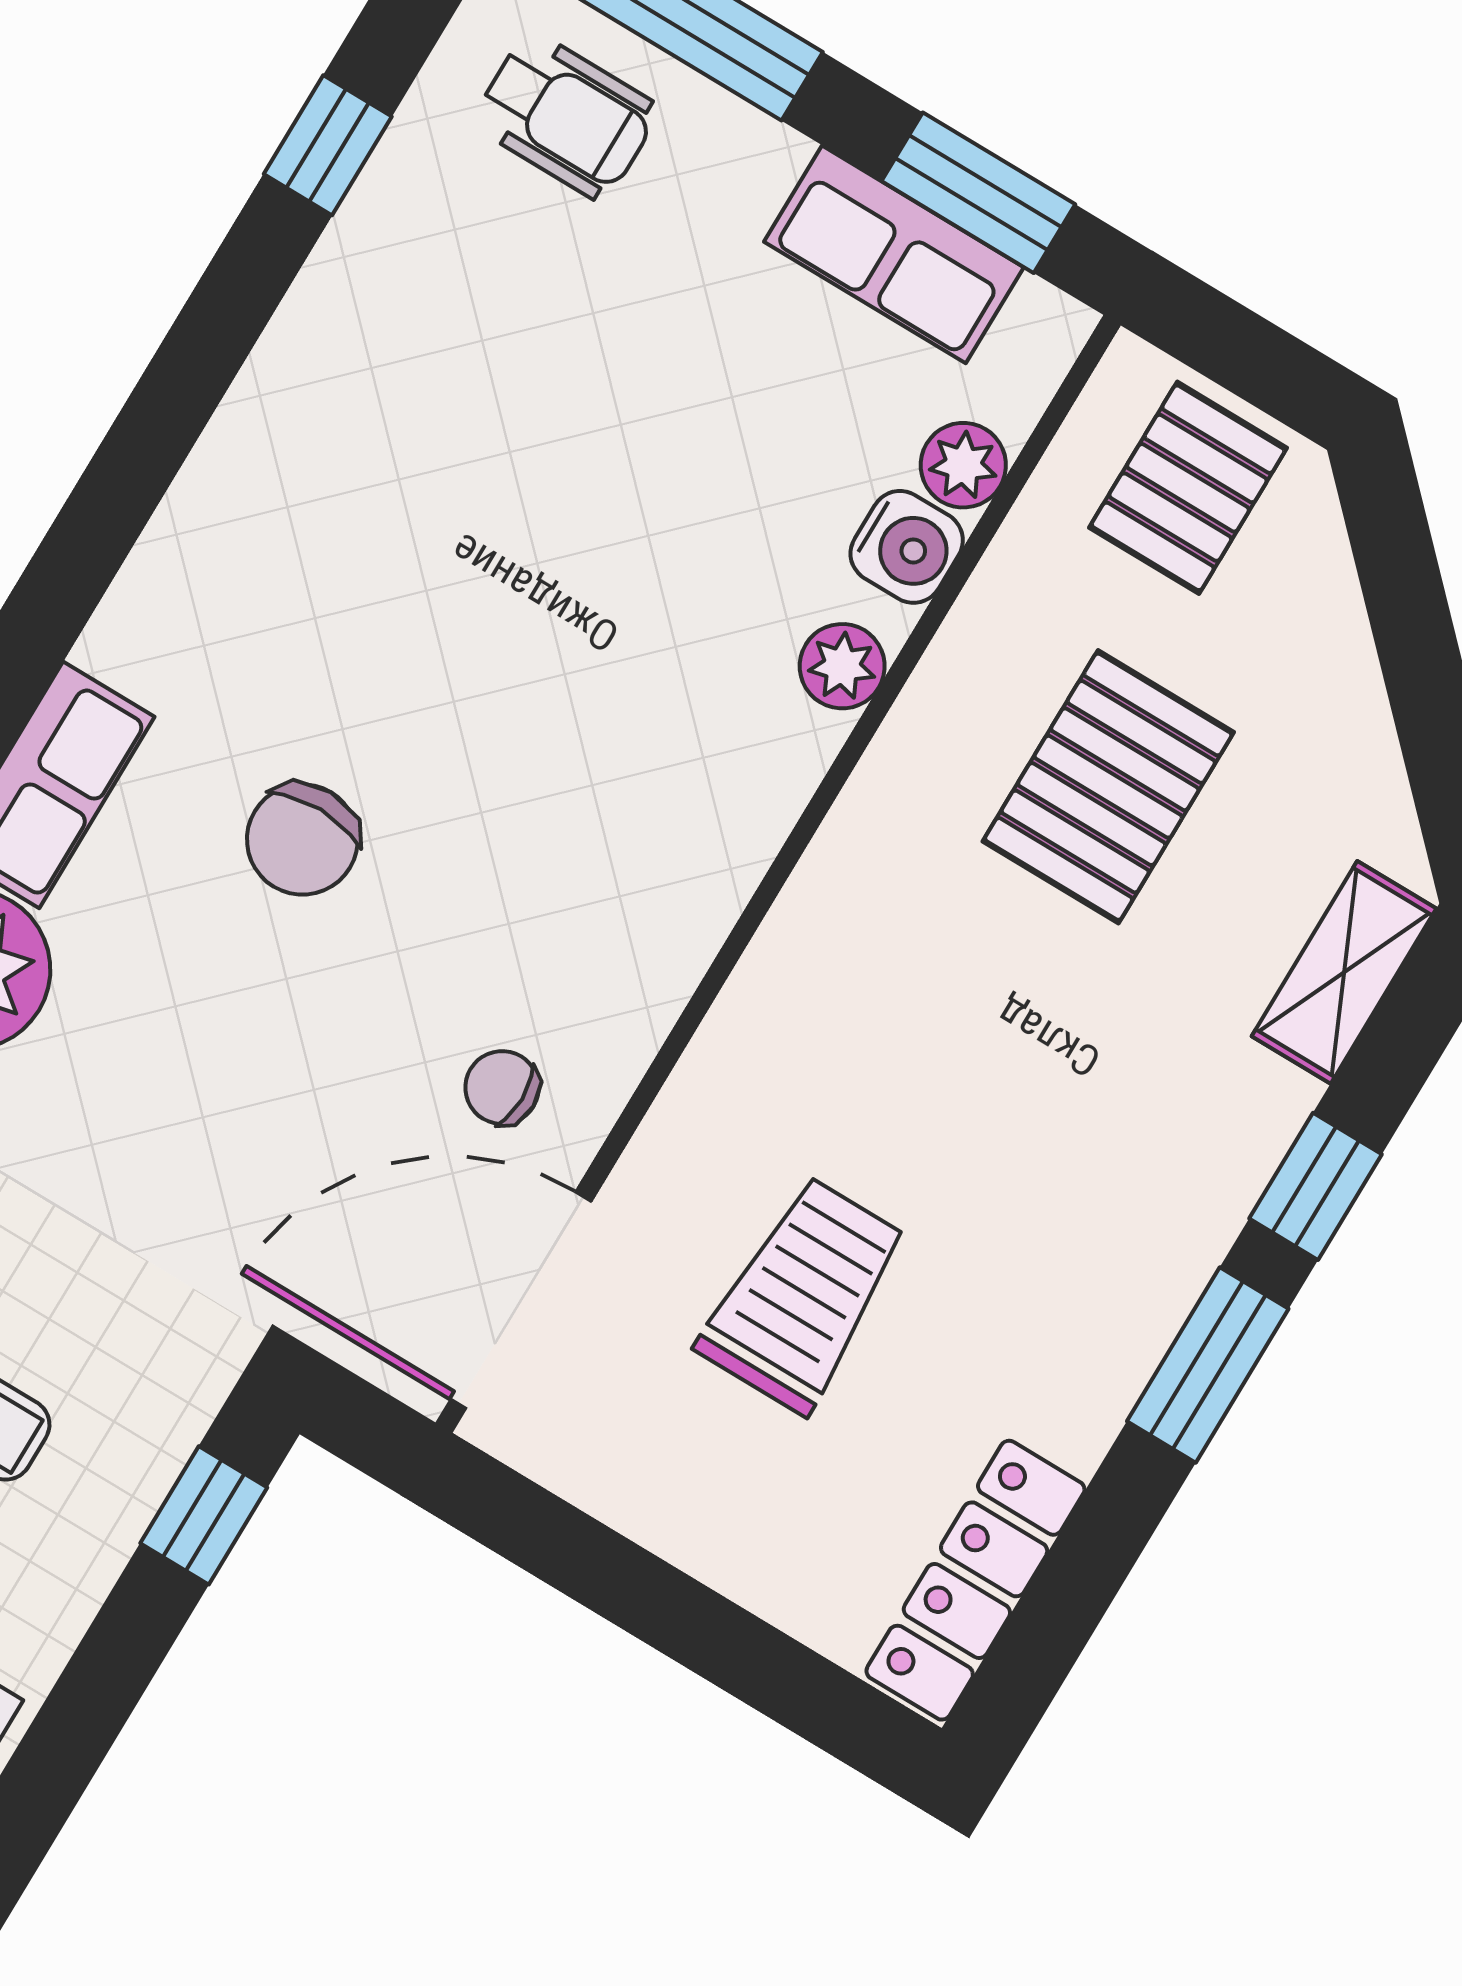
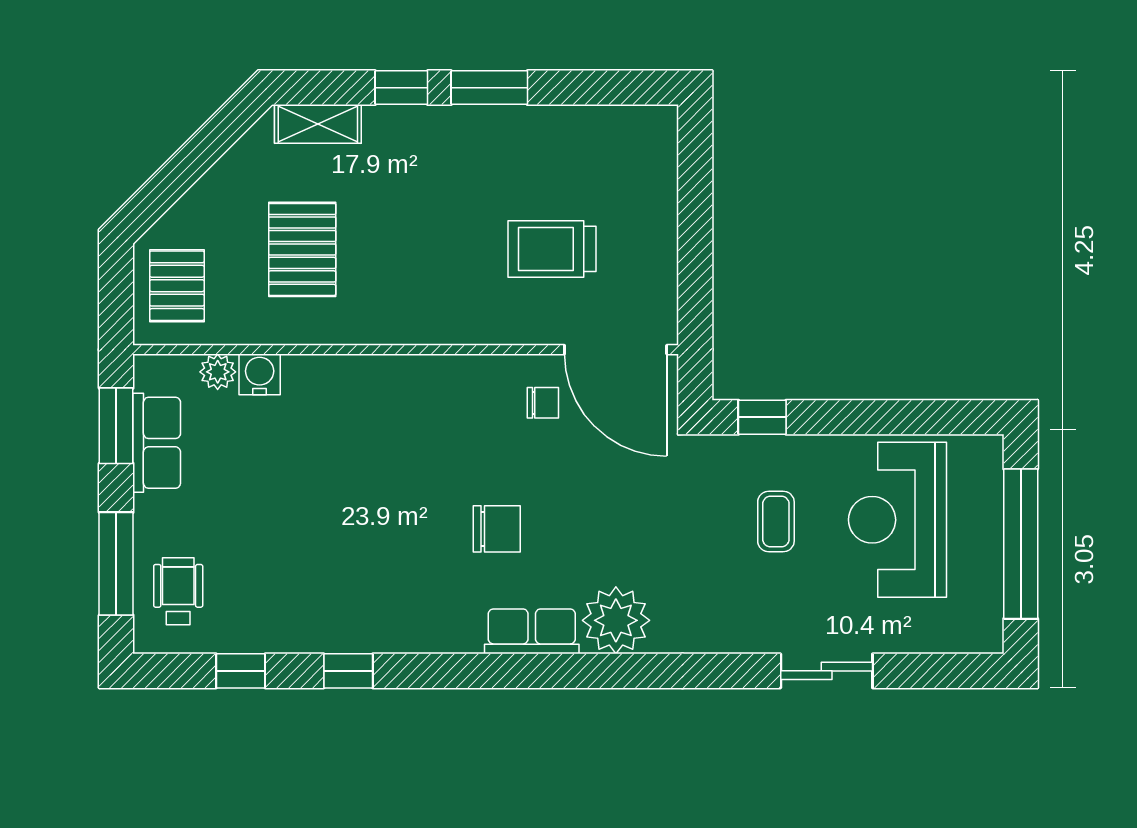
window: (196, 364) -> (348, 671), added
pallet: (1188, 488) -> (177, 286), turned 90
plant: (842, 666) -> (317, 372), removed
pallet: (1108, 787) -> (302, 249), turned 90
chair: (502, 1088) -> (543, 403), turned -90
locker: (975, 1580) -> (618, 125), removed

